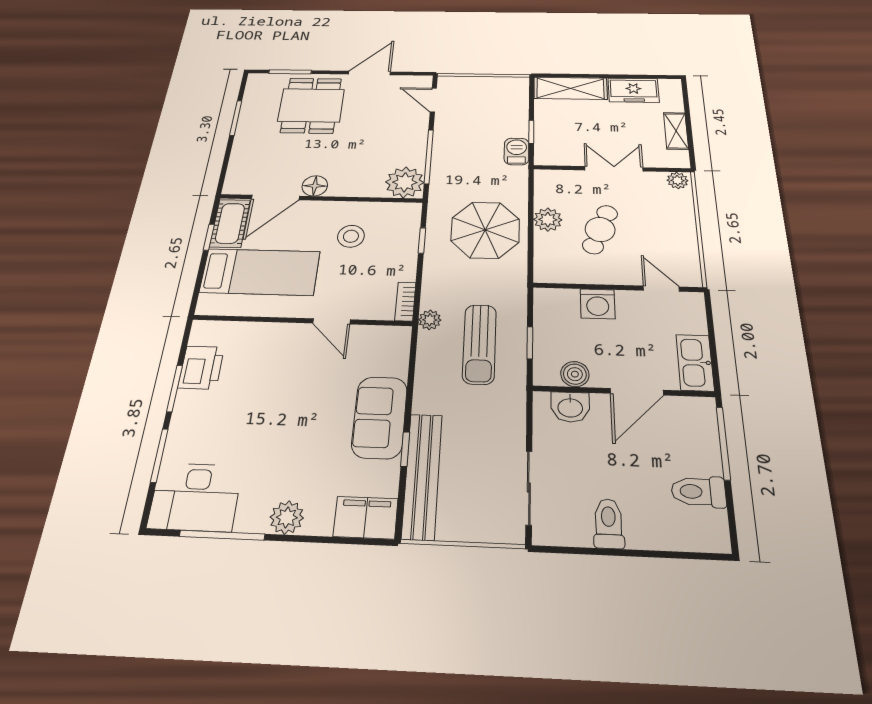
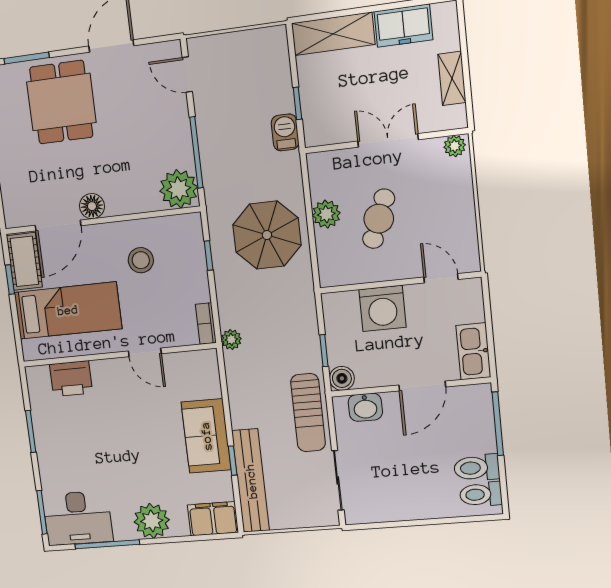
washing machine: (598, 304) -> (383, 308), width x1.37, depth x1.37
sun lounger: (479, 344) -> (308, 413), moved
printer: (201, 367) -> (71, 379), moved, turned 90
boiler: (575, 374) -> (342, 378), moved
window: (159, 455) -> (42, 512), moved
plant: (287, 517) -> (152, 521), width x1.36, depth x1.36
toilet: (609, 523) -> (481, 494), moved, turned -90

